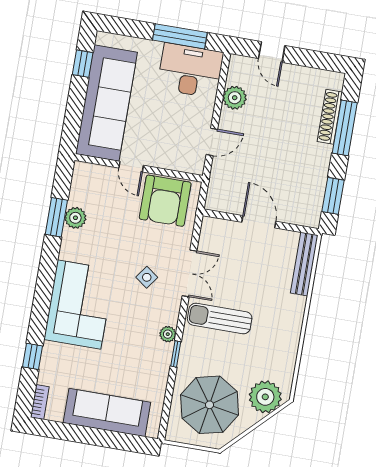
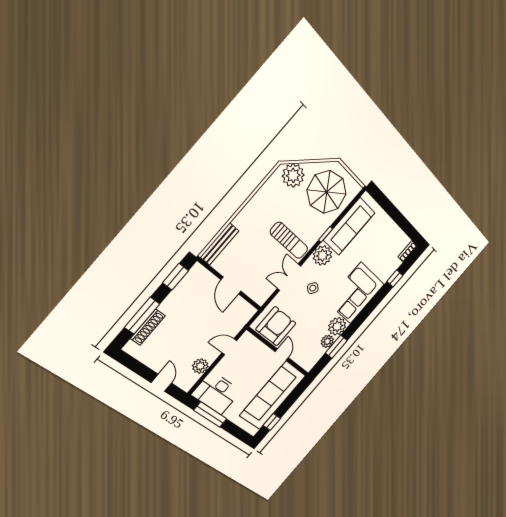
plant: (75, 246) -> (337, 326), added
plant: (168, 334) -> (322, 255), width x1.87, depth x1.87
sofa: (107, 413) -> (349, 226), moved, turned -90

